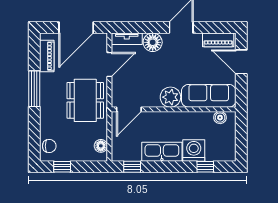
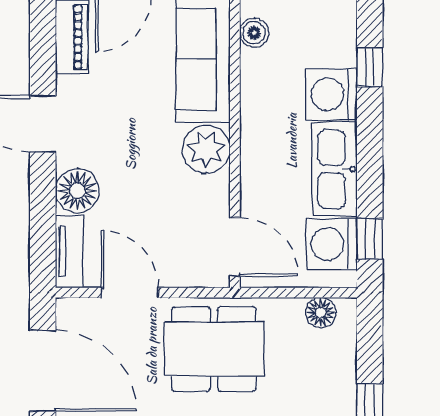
washing machine: (130, 150) -> (331, 244), added

